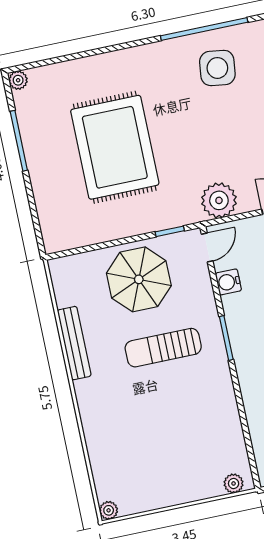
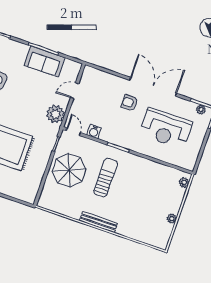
bench: (74, 343) -> (99, 222), moved
sun lounger: (163, 348) -> (106, 178), turned 180
plant: (109, 510) -> (172, 219), moved

